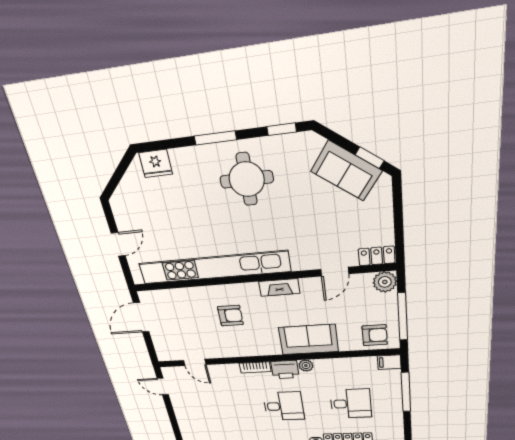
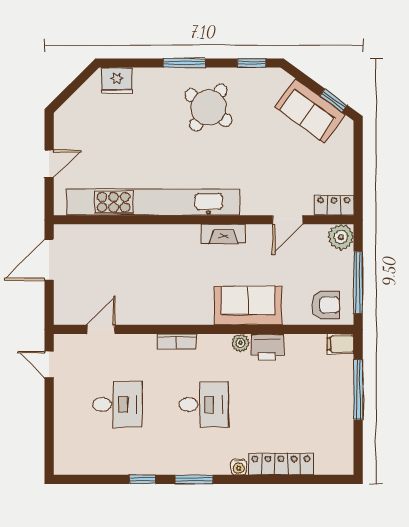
round table: (247, 179) -> (208, 108), turned 36
armchair: (230, 316) -> (160, 266), removed
door: (195, 362) -> (101, 329), swing flipped
printer: (285, 370) -> (267, 347), moved
desk: (351, 404) -> (118, 404), moved

